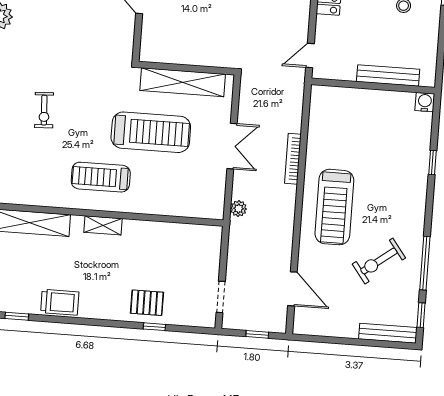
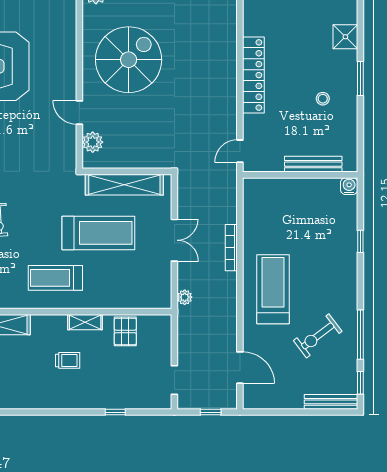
plant: (152, 34) -> (93, 142), added
treadmill: (334, 207) -> (273, 289), turned 180
shelving: (103, 225) -> (85, 322), moved
trolley: (60, 302) -> (68, 360), moved, width x0.73, depth x0.72
pallet: (147, 303) -> (125, 331), moved, turned 90

